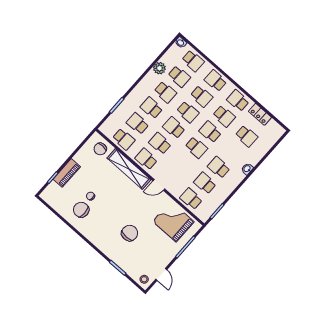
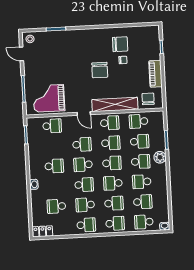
plant: (159, 68) -> (160, 157), moved
school desk: (179, 76) -> (143, 202), turned 180
school desk: (202, 96) -> (114, 203), turned 180
locker: (260, 114) -> (43, 231), moved
piano: (67, 173) -> (156, 74), moved
school desk: (205, 183) -> (82, 144), moved
door: (159, 185) -> (84, 114), swing flipped
grand piano: (173, 222) -> (49, 98), turned 180
chair: (130, 233) -> (100, 70), moved

